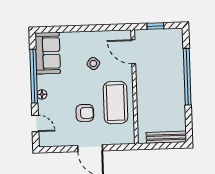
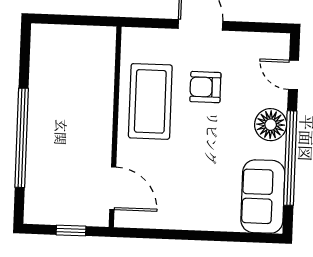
side table: (93, 63) -> (184, 173), removed
floor lamp: (42, 94) -> (271, 125), width x1.89, depth x1.89
bench: (166, 137) -> (66, 34), removed

